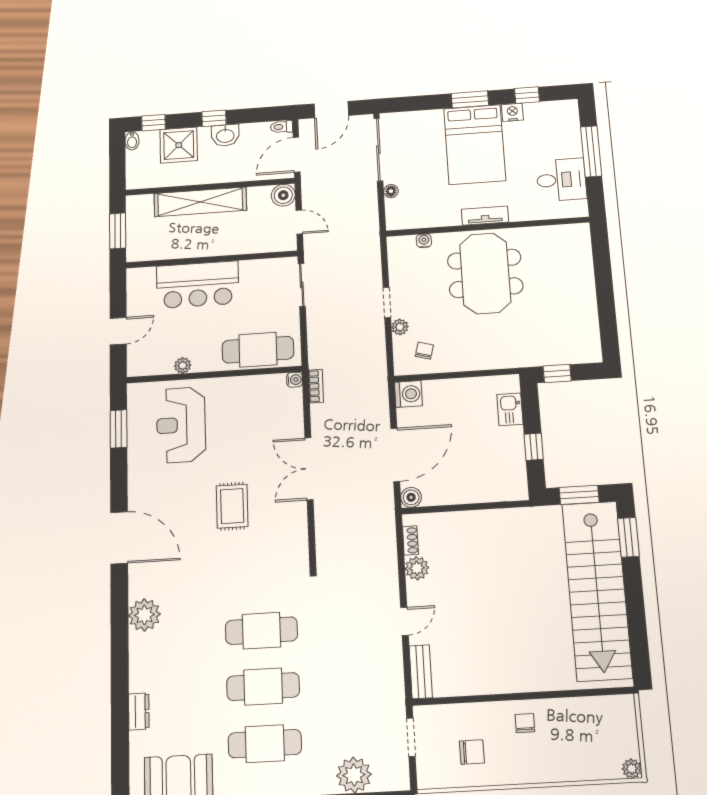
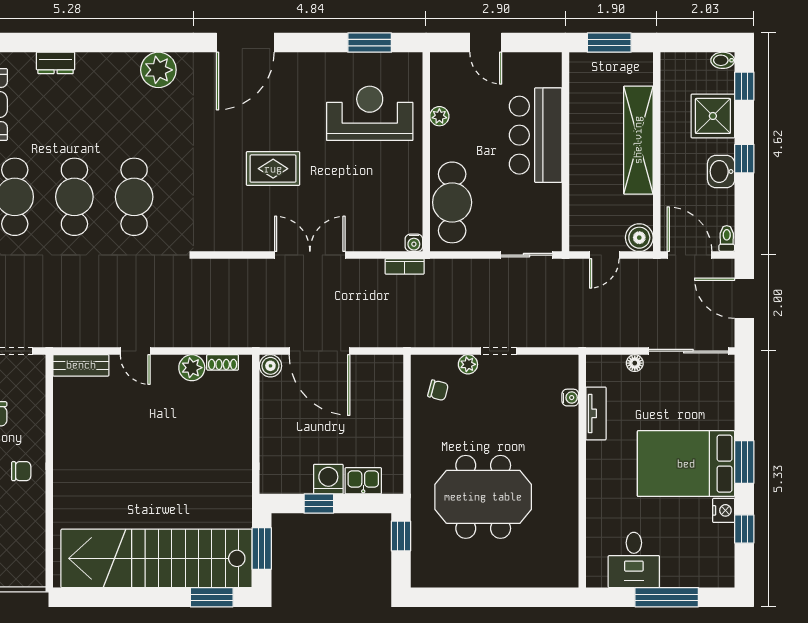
tv unit: (485, 216) -> (596, 413), moved
meeting table: (485, 273) -> (483, 497), moved
washing machine: (408, 394) -> (328, 479), moved, turned 180

